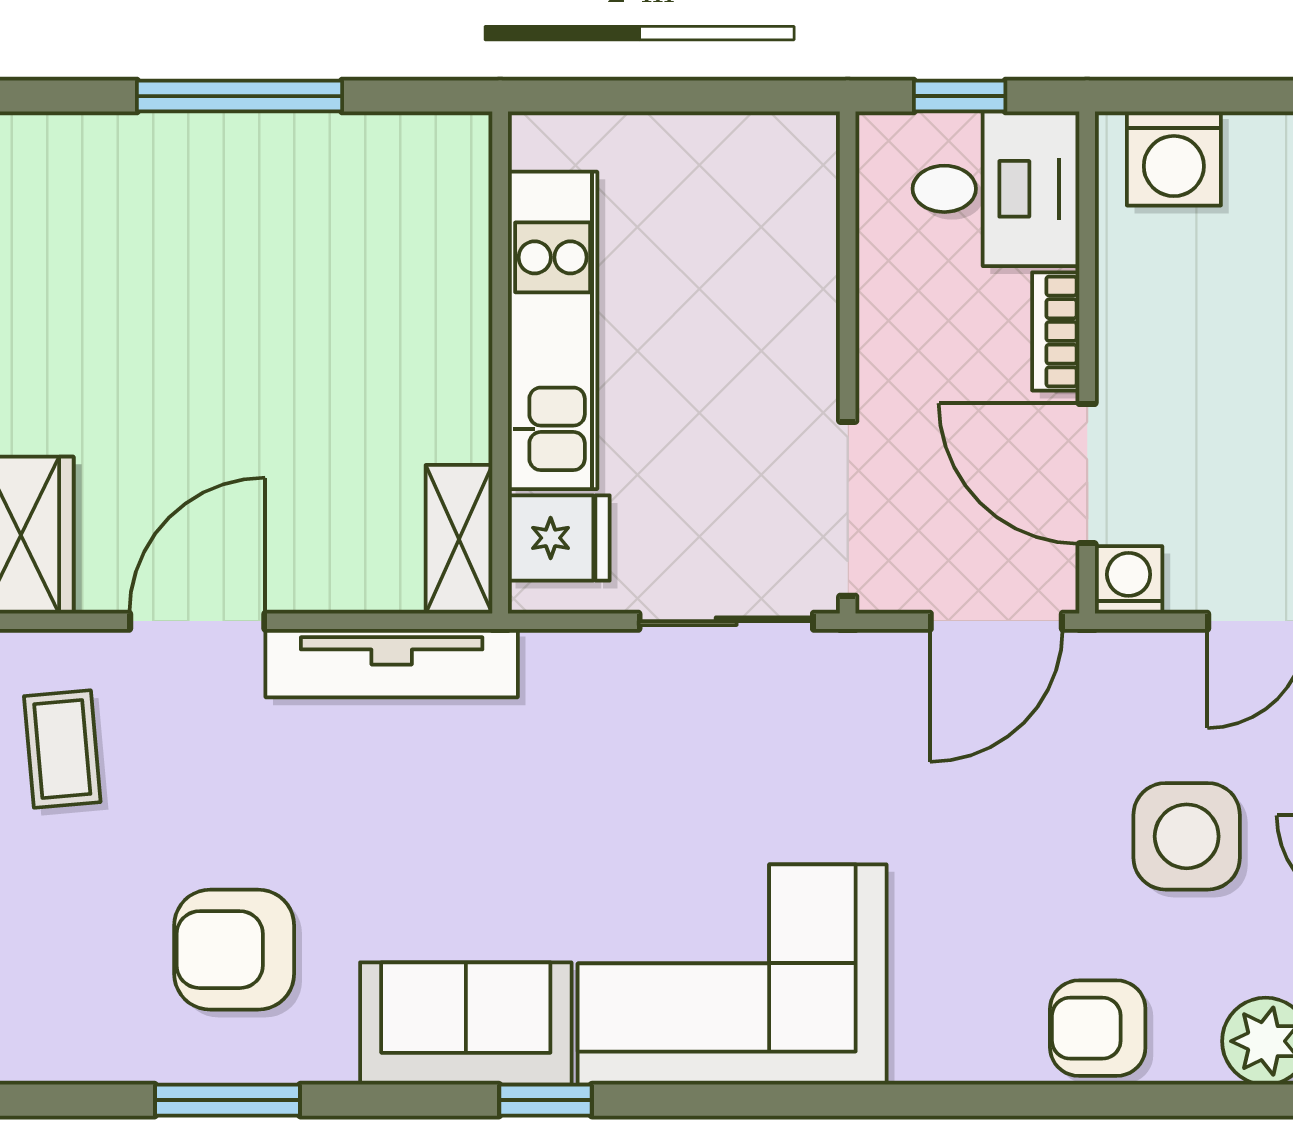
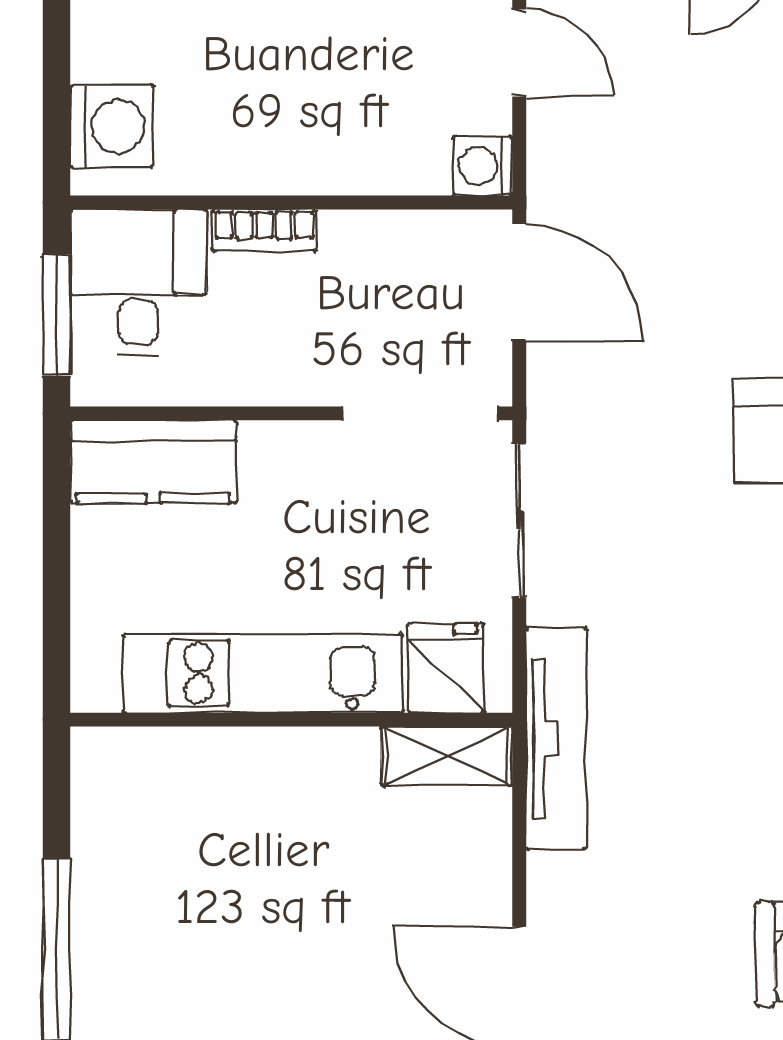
window: (960, 96) -> (57, 315), width x1.50
kitchen counter: (793, 206) -> (153, 462), added
door: (1087, 474) -> (389, 202), removed
tv unit: (392, 663) -> (556, 739), moved
side table: (1187, 836) -> (709, 115), removed

